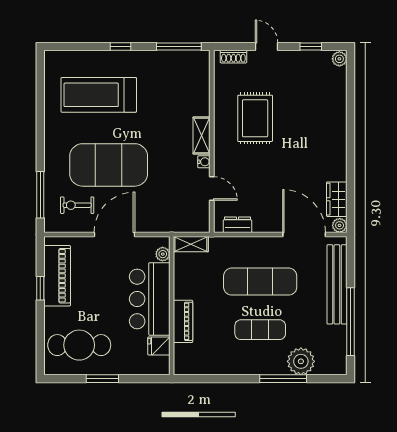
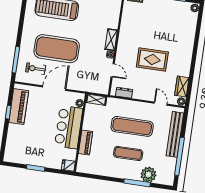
rug: (255, 118) -> (152, 59), moved, turned 90
door: (304, 234) -> (161, 104), width x0.53
cafe table: (79, 345) -> (25, 147), removed
fridge: (159, 346) -> (68, 165), moved

